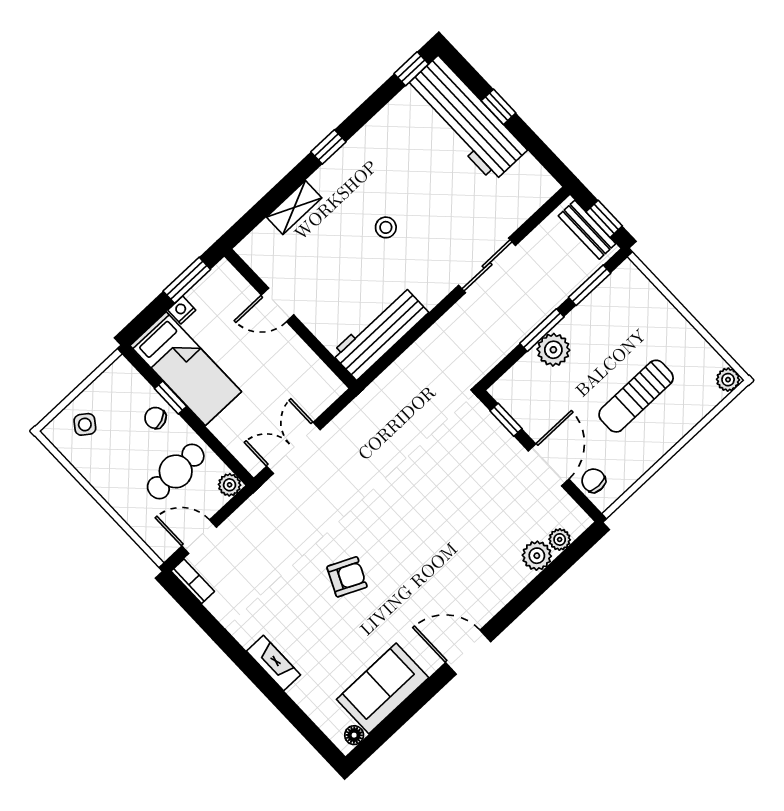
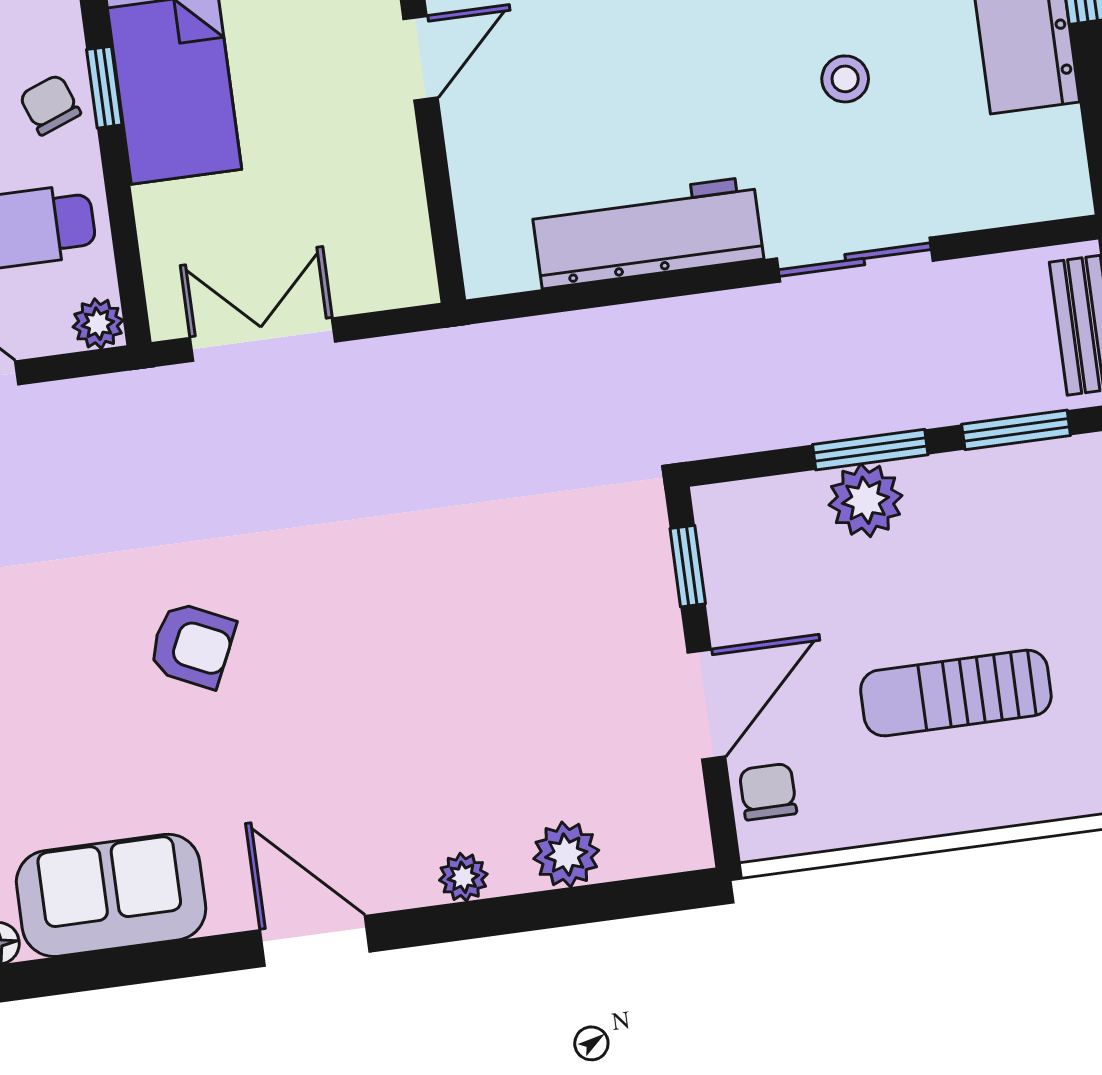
stool: (386, 227) -> (845, 79), moved
door: (278, 305) -> (421, 58), swing flipped
workbench: (380, 333) -> (647, 233), moved
plant: (560, 539) -> (463, 877), moved

